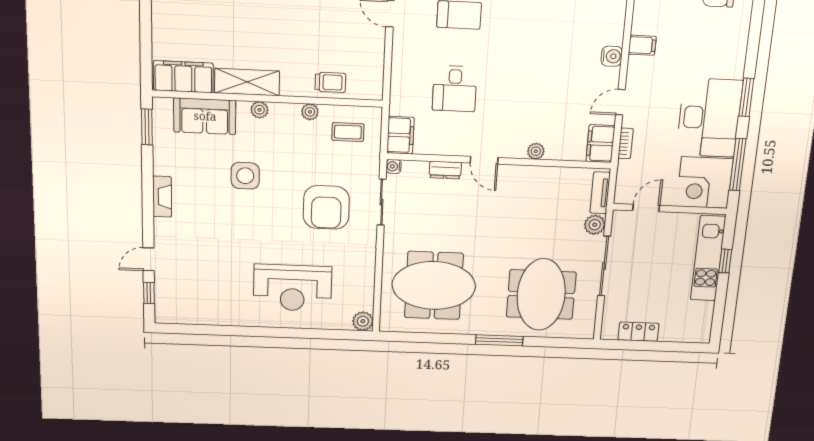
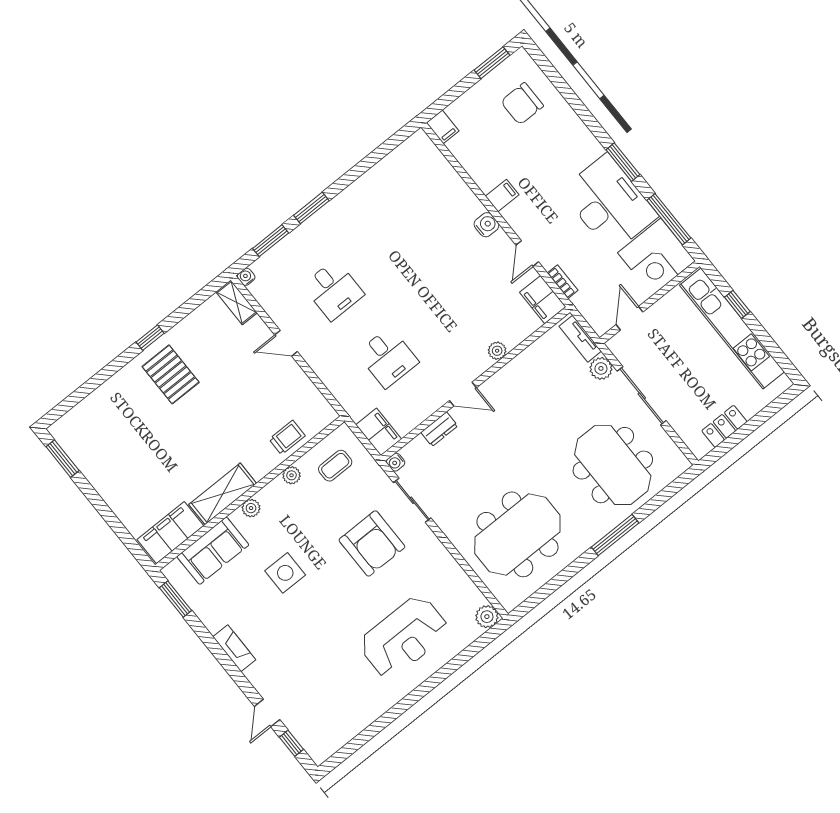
kitchen unit: (708, 258) -> (732, 328), width x1.36

